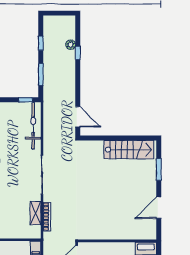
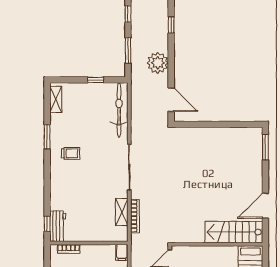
plant: (71, 45) -> (158, 63), moved, width x1.88, depth x1.88
window: (26, 100) -> (95, 80), moved
stairs: (129, 150) -> (234, 232), moved, turned 180
window: (159, 170) -> (265, 147), moved

